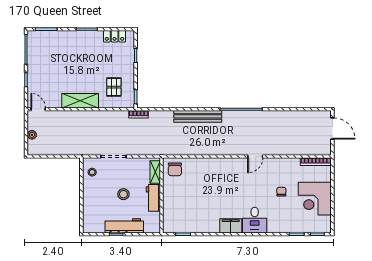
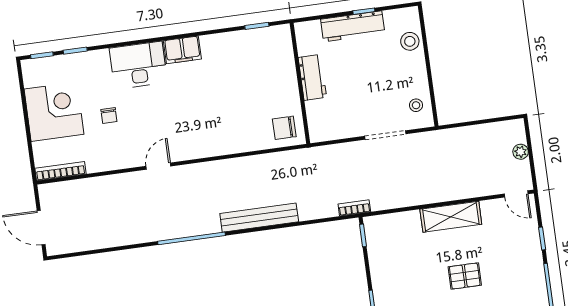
pallet: (114, 87) -> (465, 276), moved, turned 90
chair: (175, 169) -> (284, 128), turned -90
shelving: (155, 172) -> (315, 119), removed
stool: (123, 194) -> (410, 41), moved
desk: (255, 220) -> (138, 65), width x1.37

